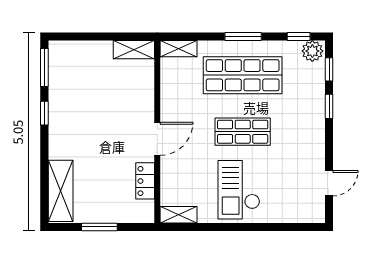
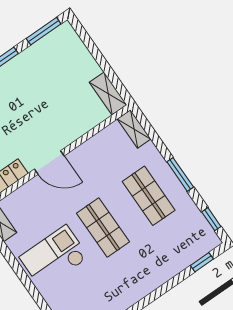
plant: (312, 51) -> (207, 239), removed
shop shelf: (243, 75) -> (149, 196), width x0.70, depth x0.74
window: (329, 106) -> (172, 283), removed

